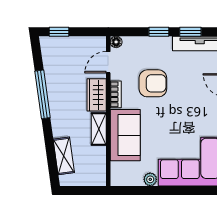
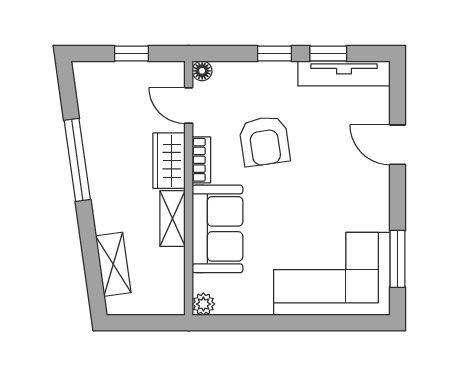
window: (59, 32) -> (131, 54), moved
door: (108, 62) -> (189, 105), hinge flipped
armchair: (153, 83) -> (264, 141), turned 82
plant: (150, 179) -> (203, 304), moved

